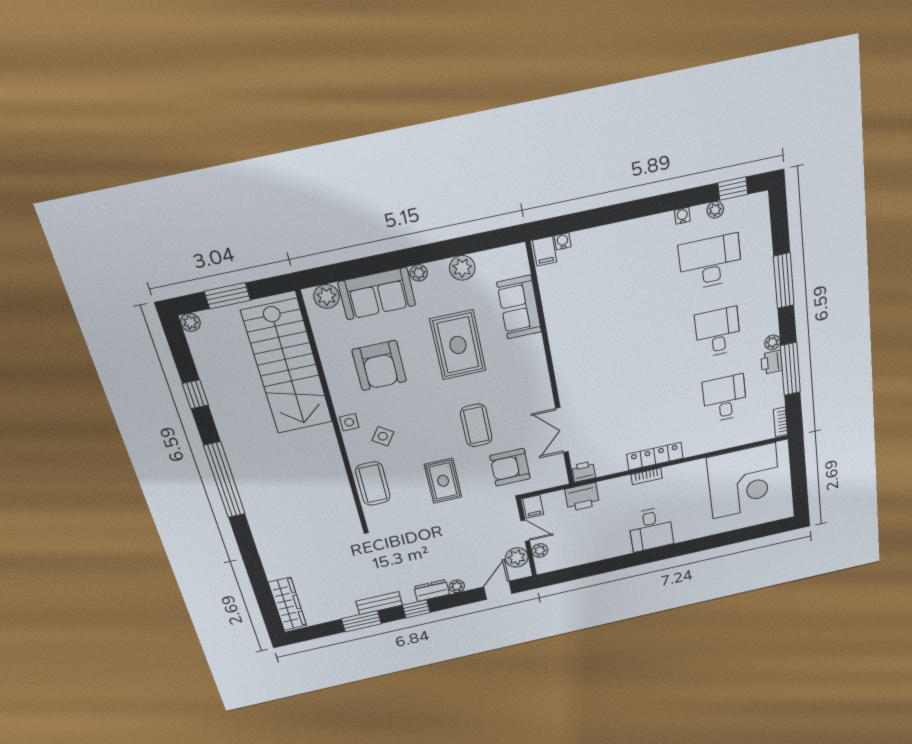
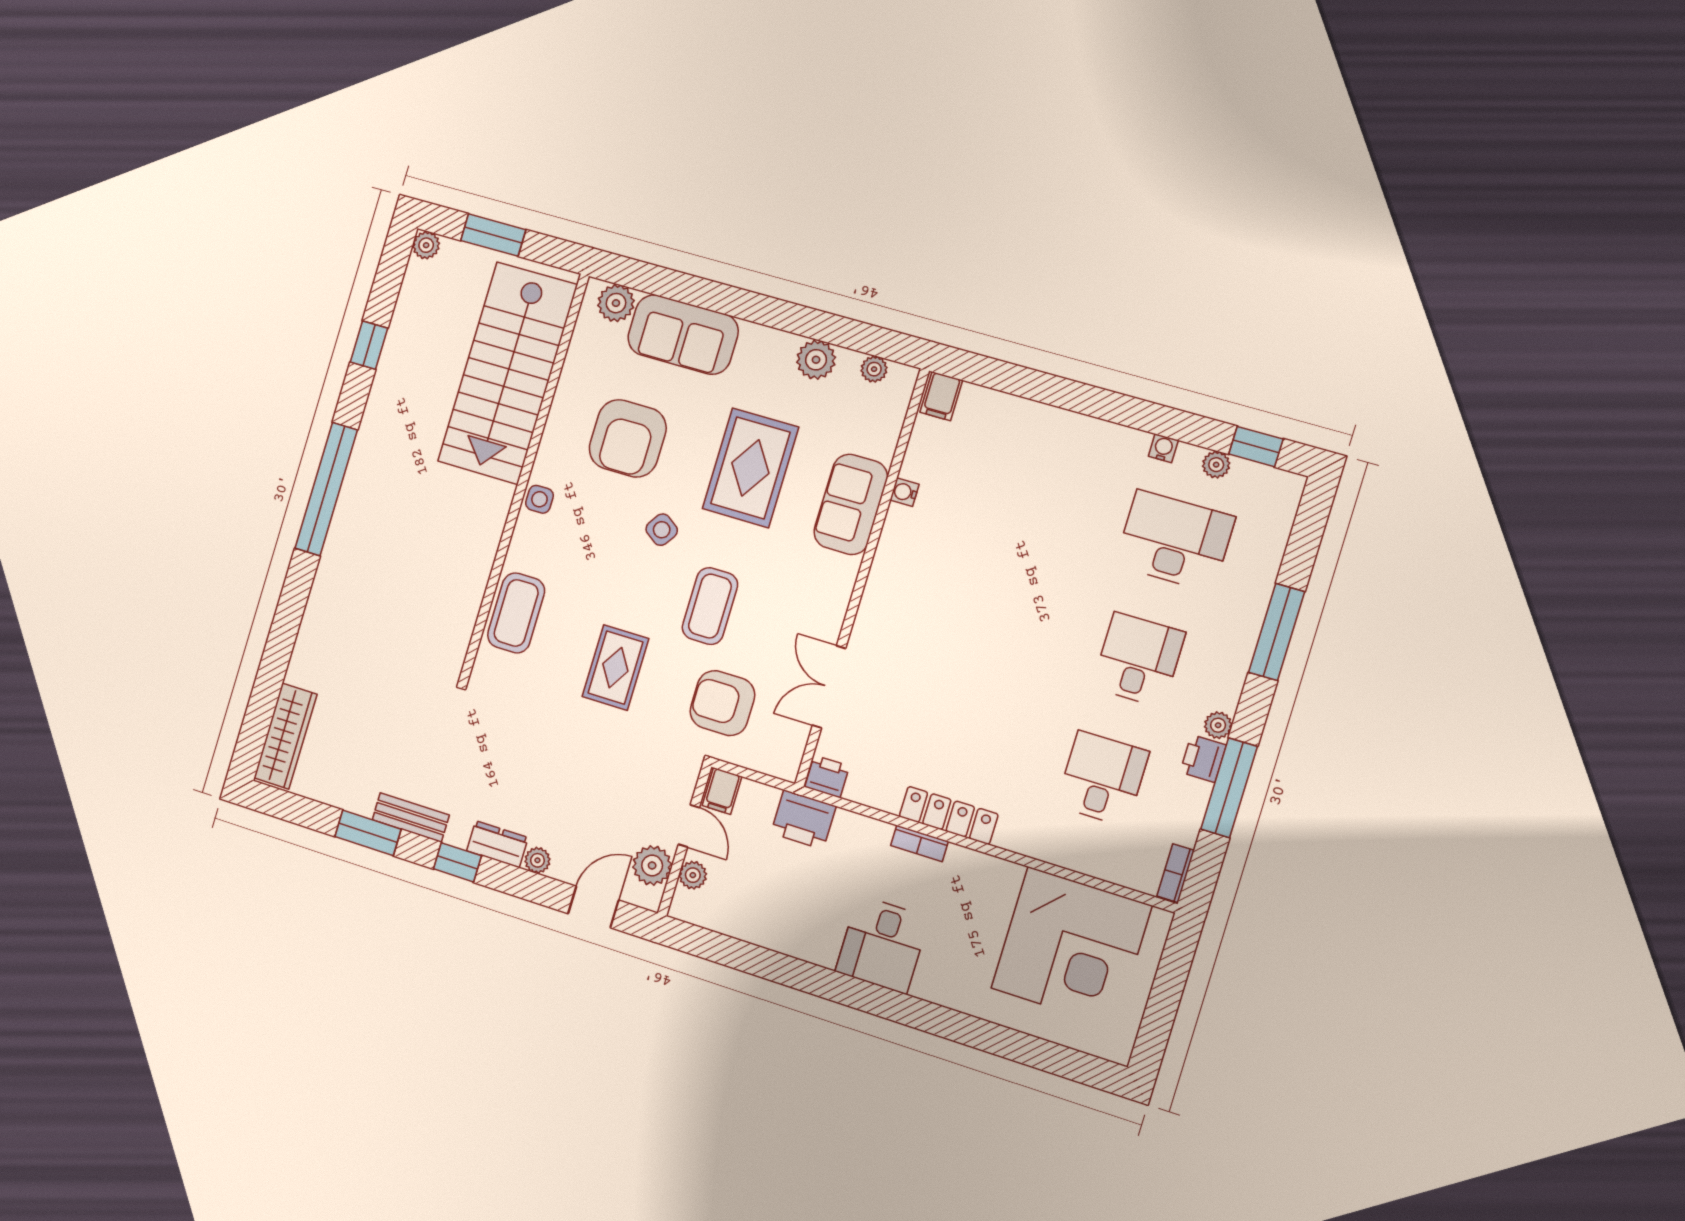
water cooler: (563, 241) -> (904, 492), moved, turned -90
plant: (419, 273) -> (874, 369), moved
sofa: (519, 307) -> (851, 504), moved
side table: (383, 436) -> (662, 530), moved

